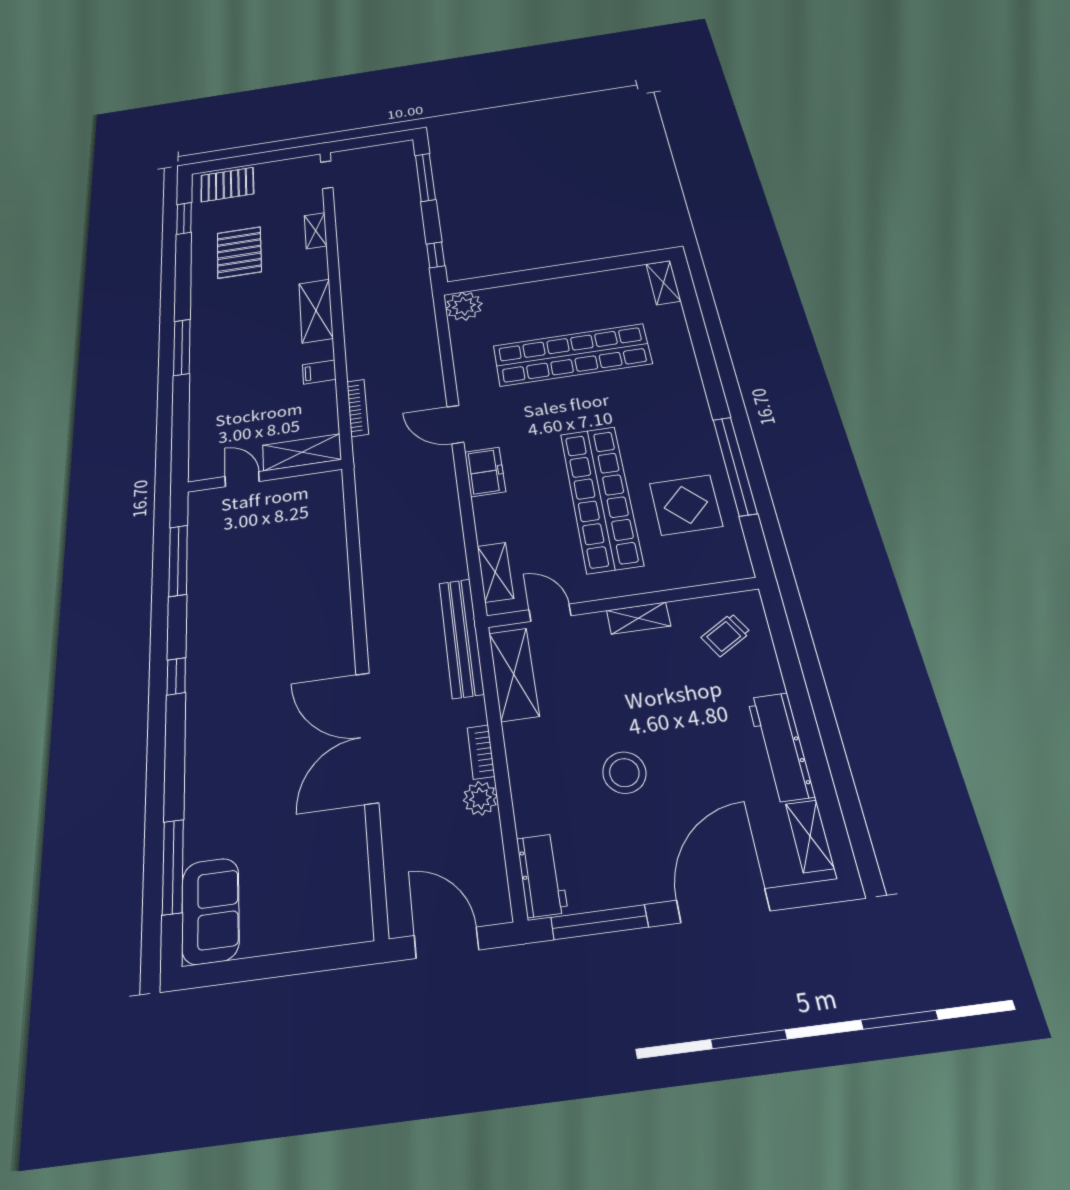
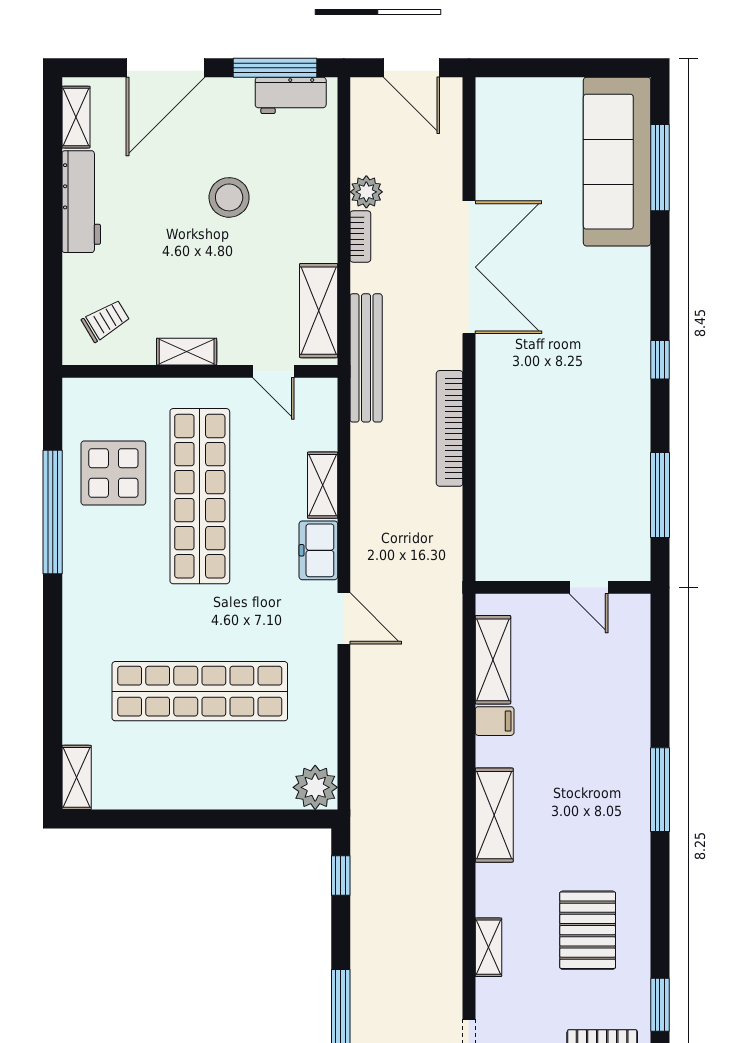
bookcase: (358, 408) -> (450, 428), moved, width x1.48, depth x1.31
shelving: (302, 452) -> (493, 660), moved, turned 90
shelving: (495, 572) -> (323, 485), moved
workbench: (542, 875) -> (291, 95), moved, turned -90
sofa: (211, 911) -> (617, 162), width x1.85, depth x1.27

